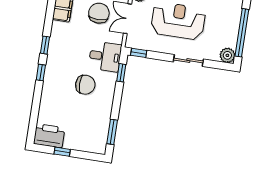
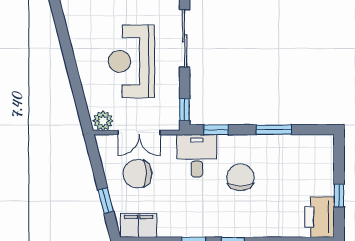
sliding door: (188, 60) -> (185, 38), width x1.37
window: (112, 132) -> (274, 130), moved

